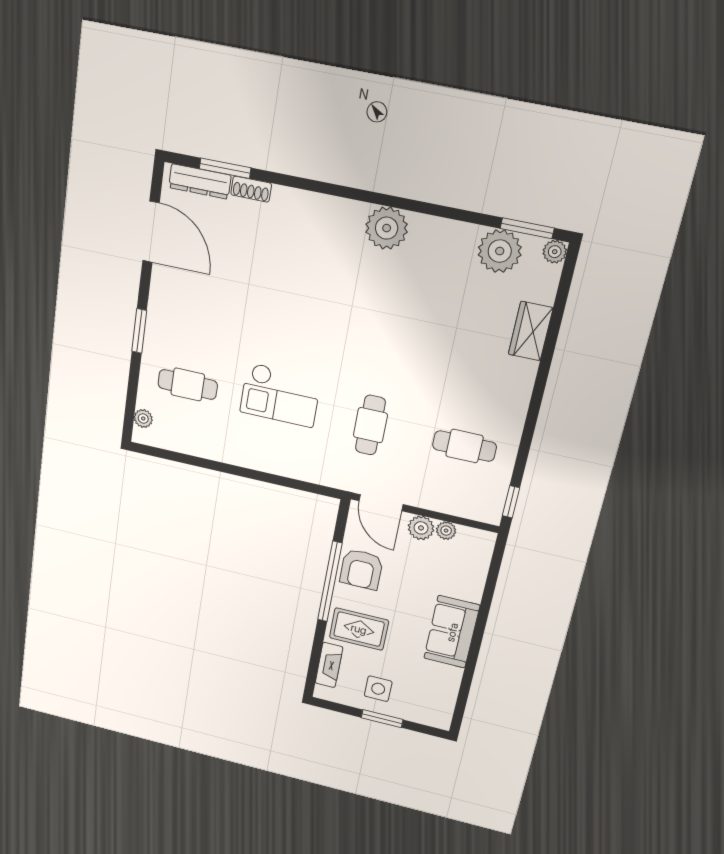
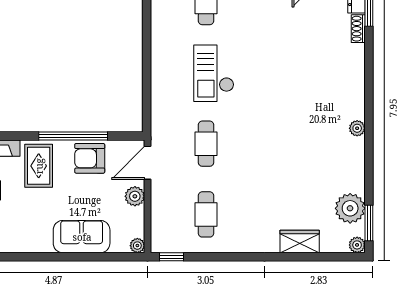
plant: (387, 228) -> (357, 128), width x0.53, depth x0.53
cafe table: (370, 425) -> (206, 144), turned 90
plant: (446, 531) -> (137, 246), moved
sofa: (452, 632) -> (82, 237), moved

